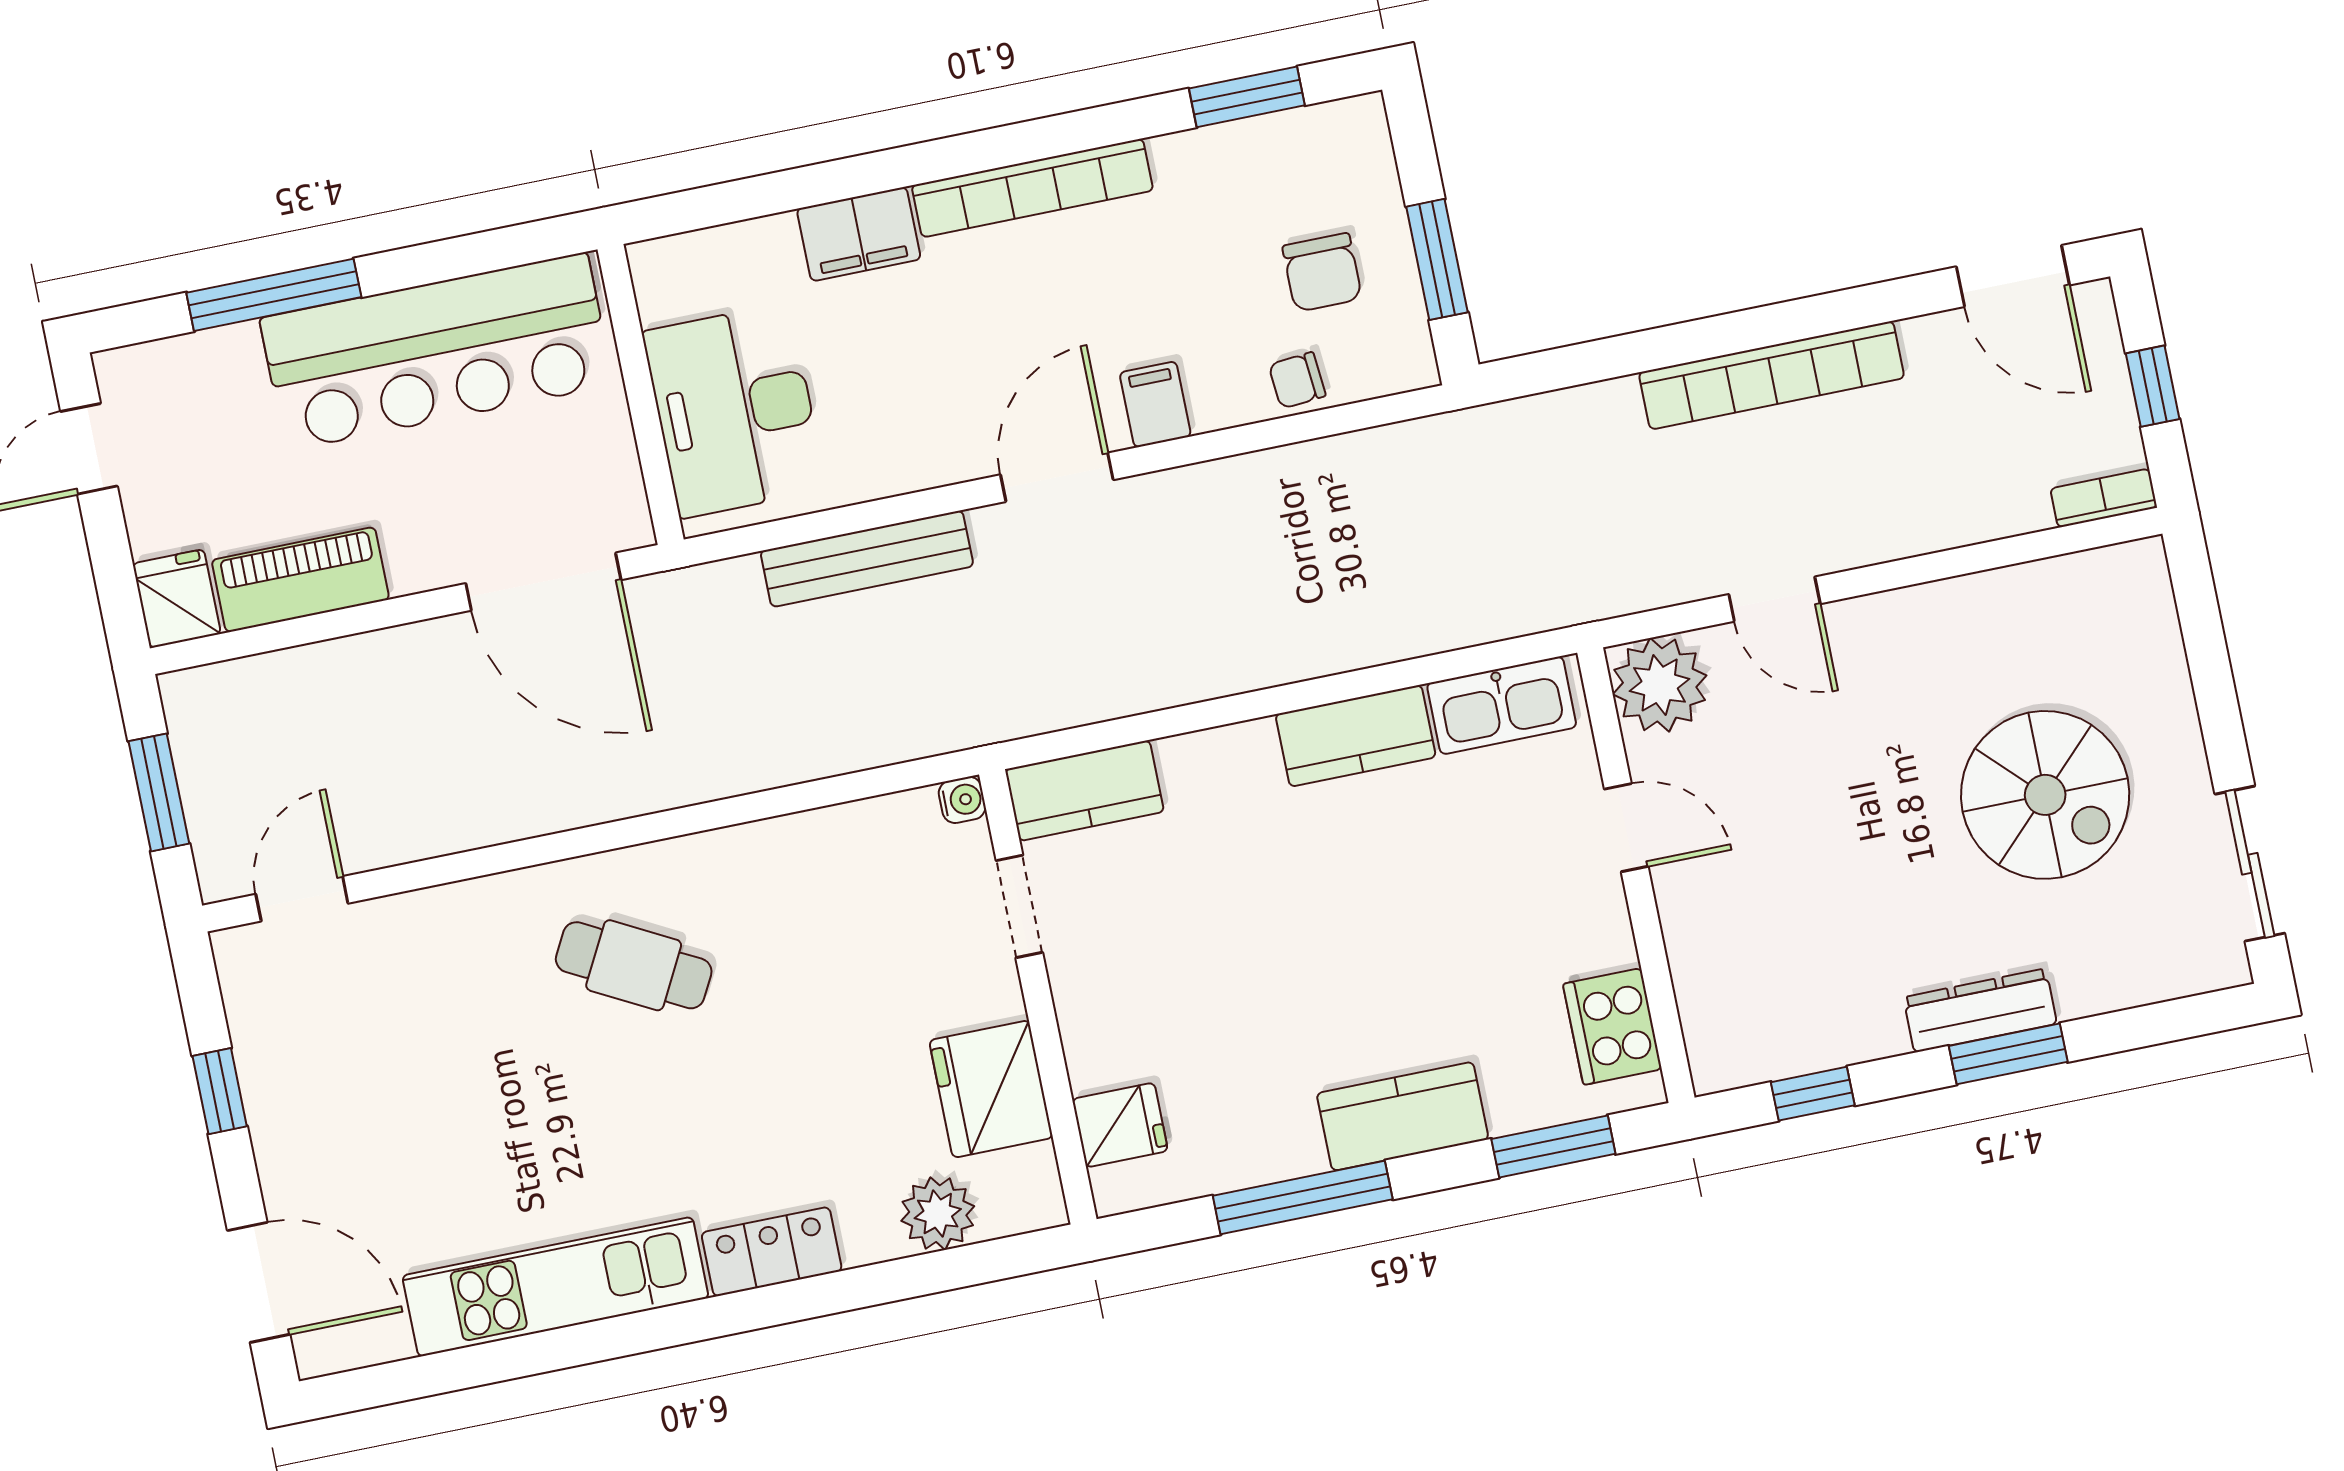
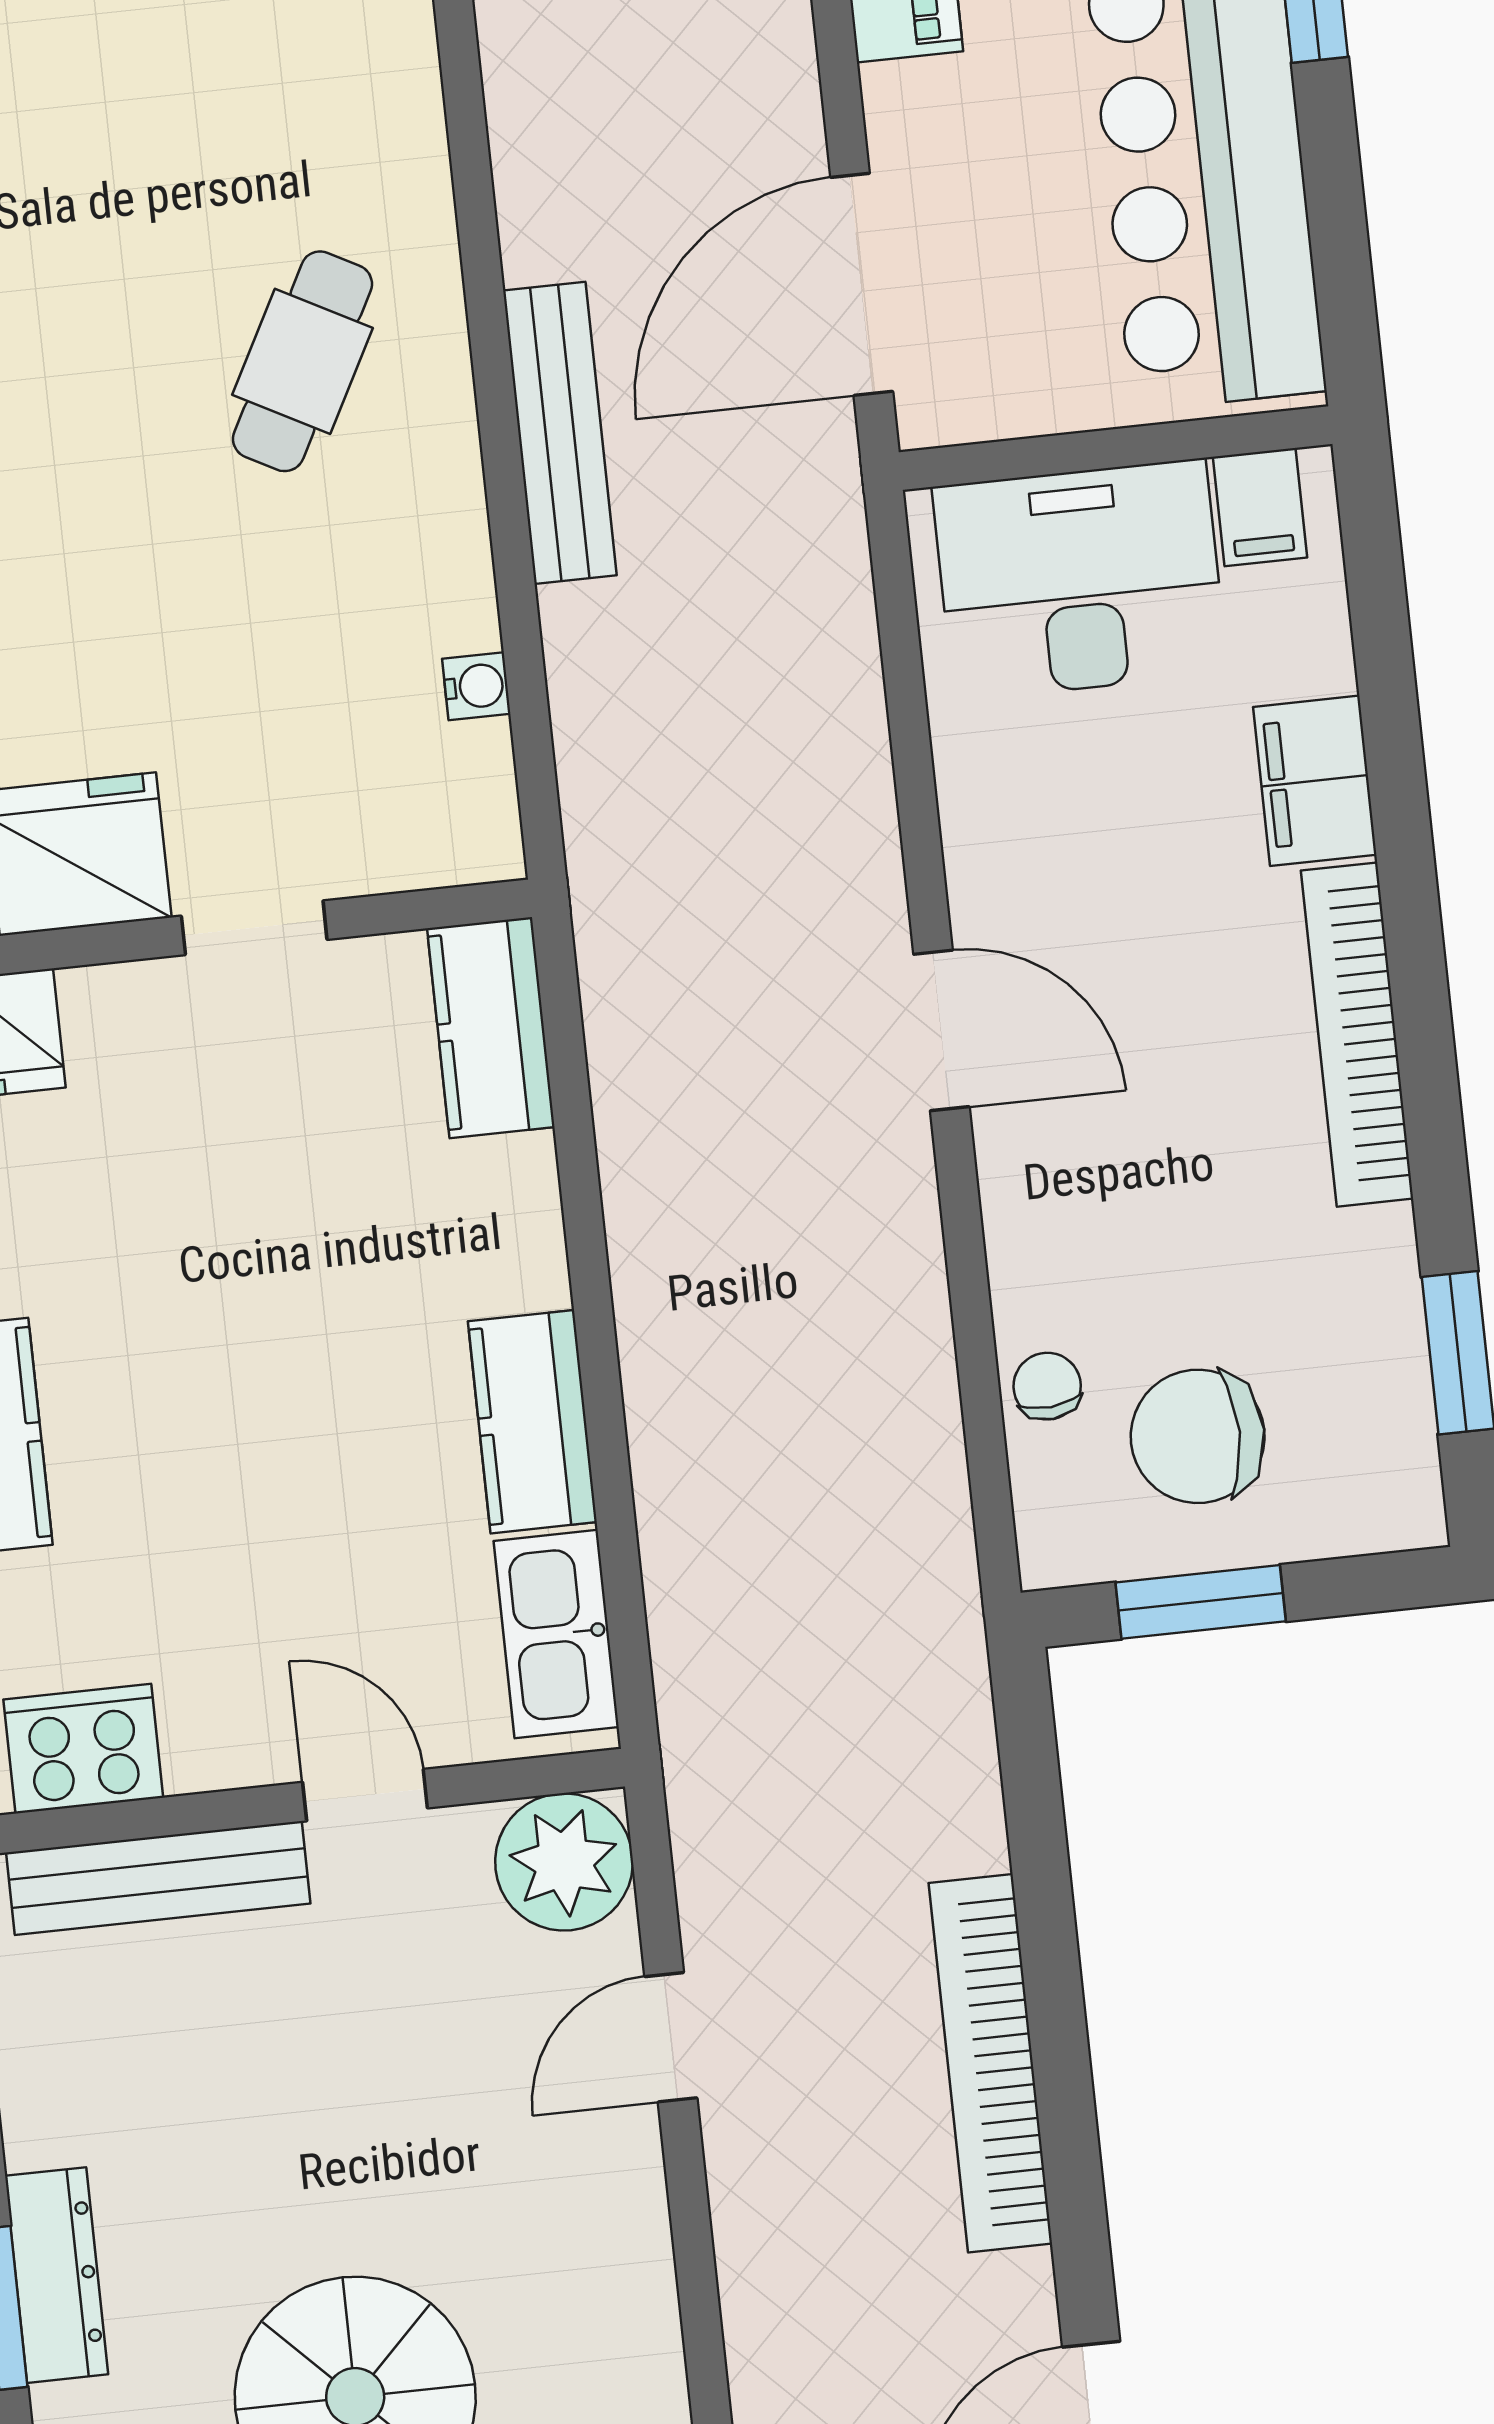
chair: (1322, 272) -> (1198, 1436), width x1.37, depth x1.37
filing cabinet: (1155, 404) -> (1260, 507), moved, turned 90
bench: (867, 559) -> (560, 433), moved
water cooler: (962, 800) -> (476, 686), moved, turned -90
door: (1626, 828) -> (365, 1795), swing flipped
doorway: (1019, 906) -> (254, 928), moved
bench: (1697, 966) -> (158, 1878), added

